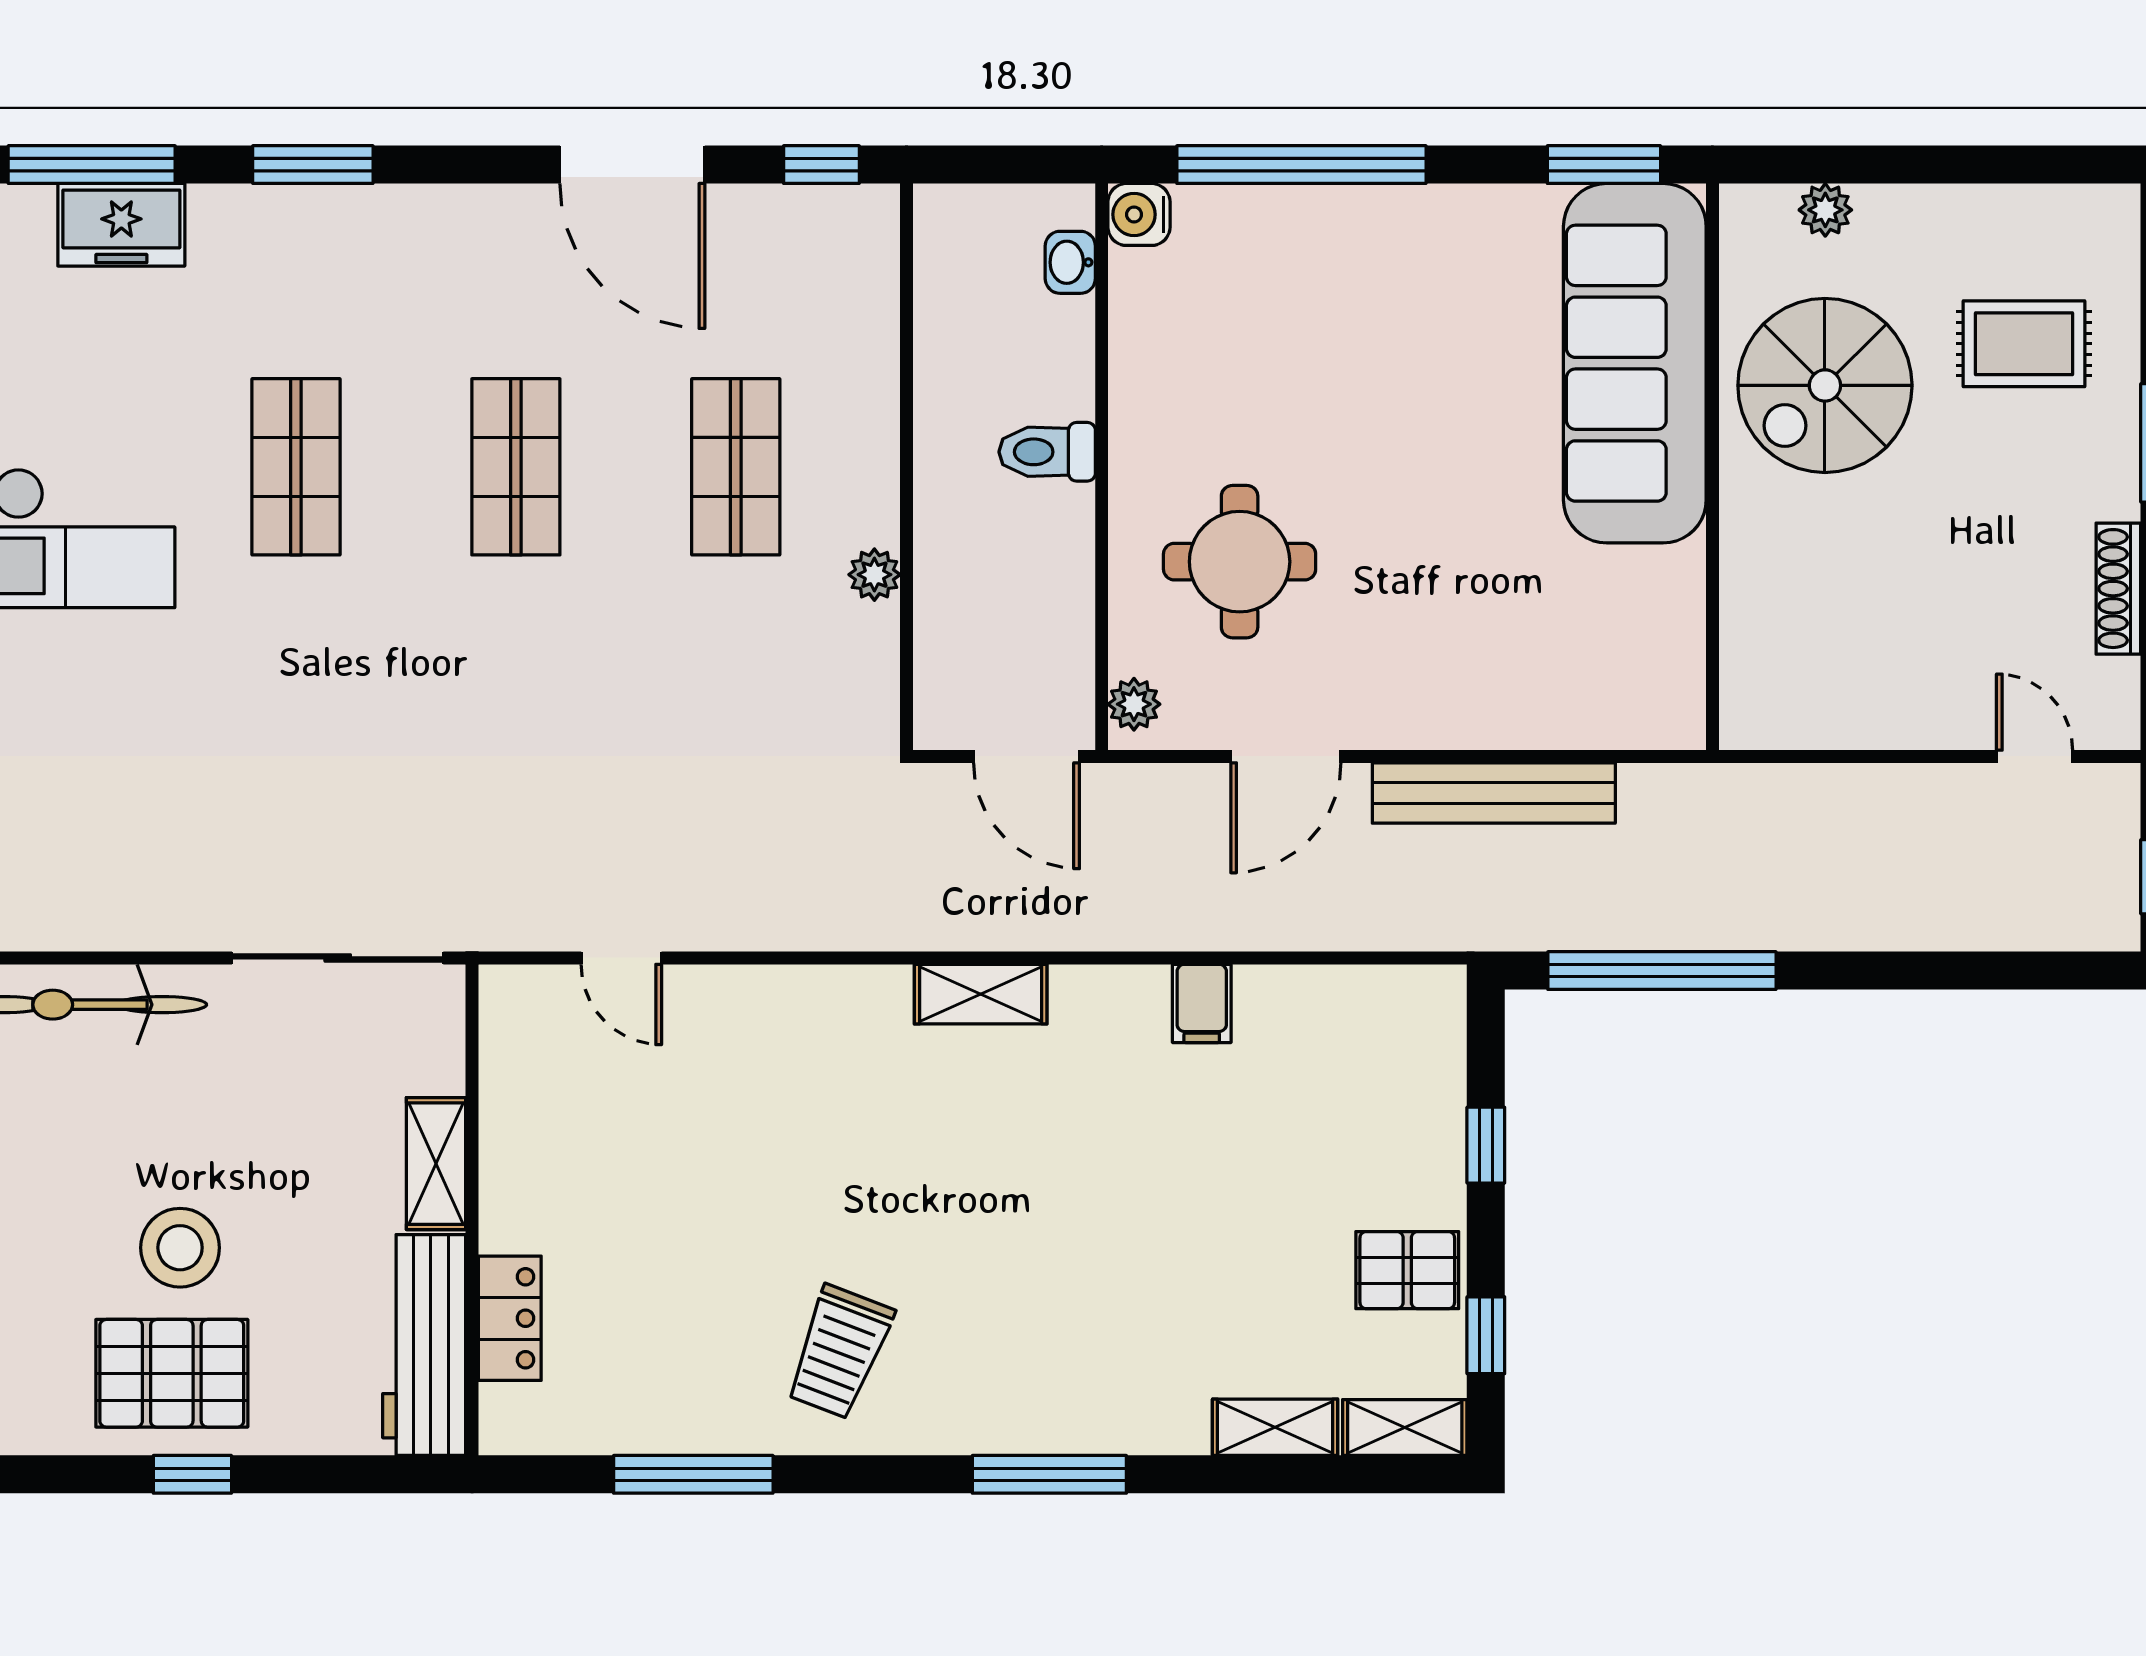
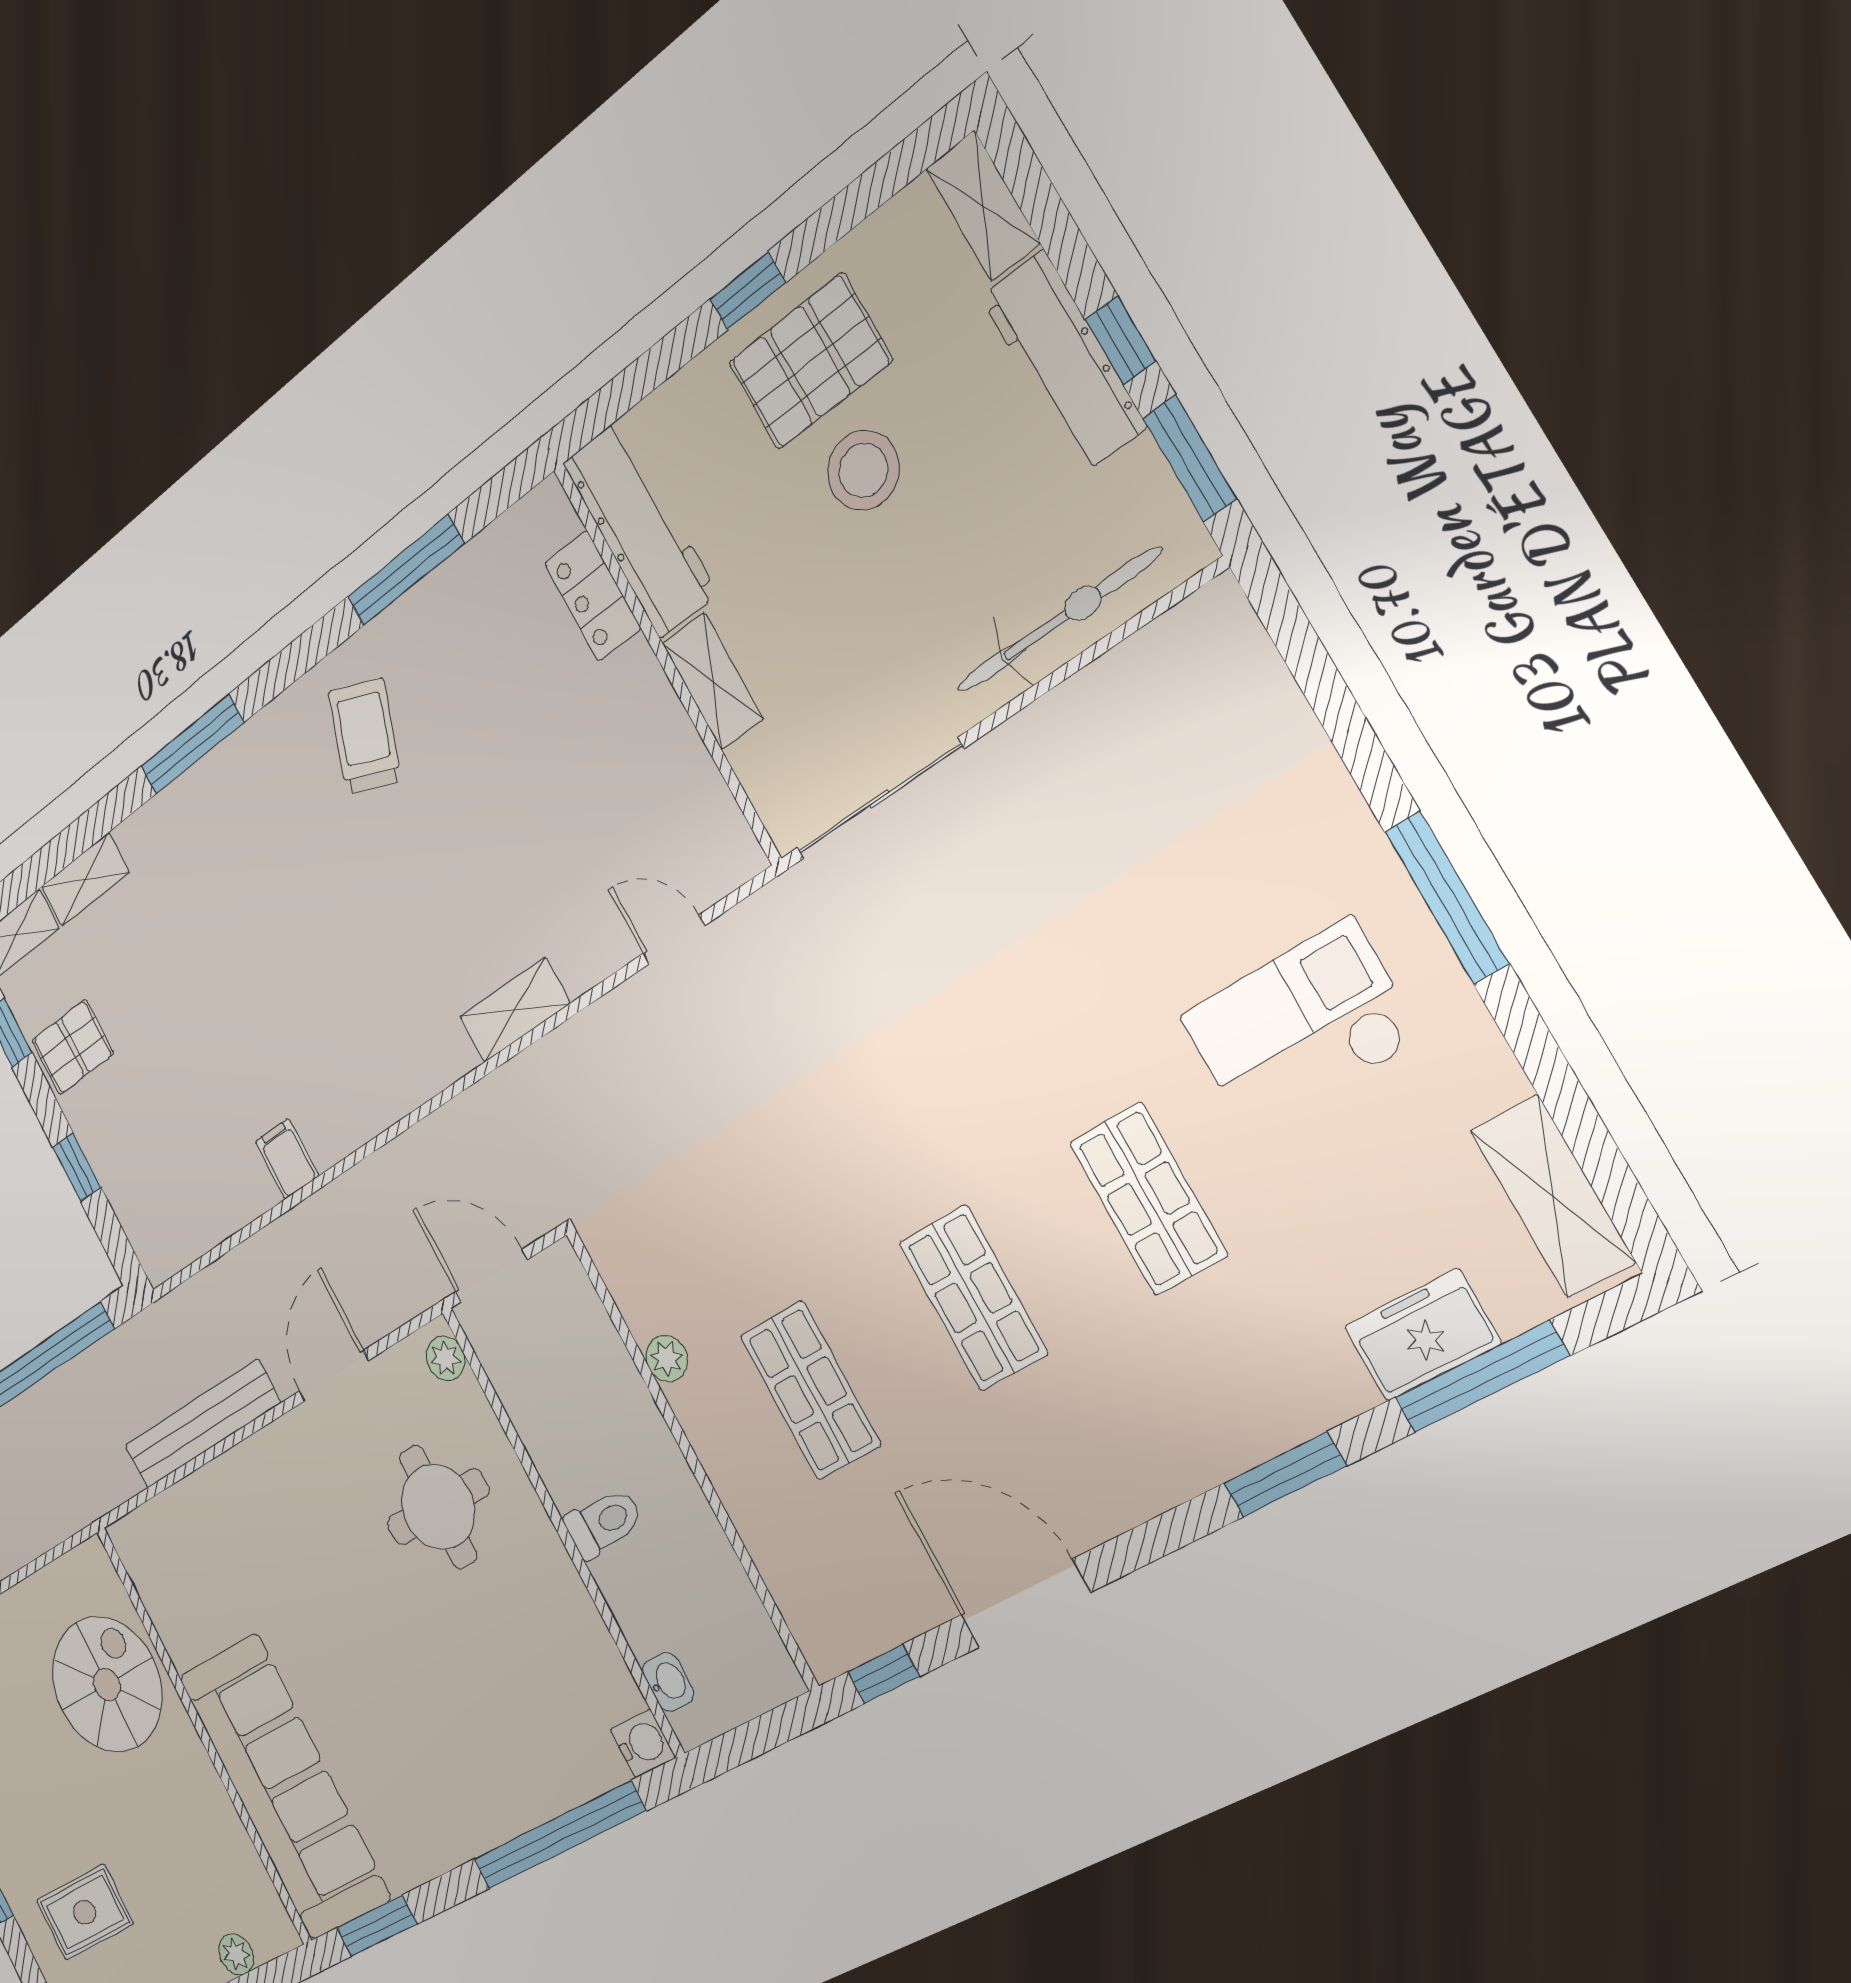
spiral stairs: (1825, 385) -> (107, 1684), moved
shelving: (981, 994) -> (515, 1010), moved

